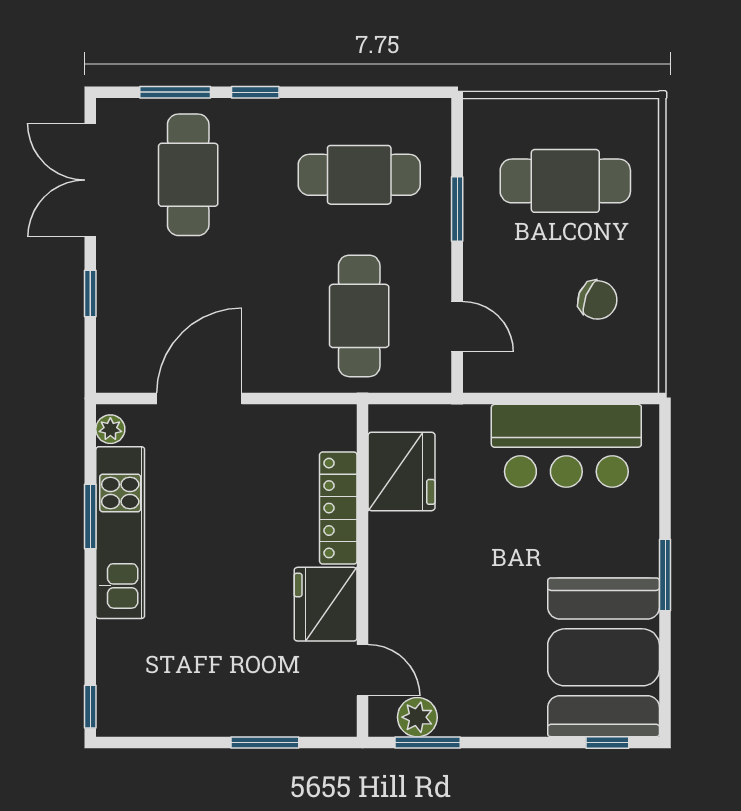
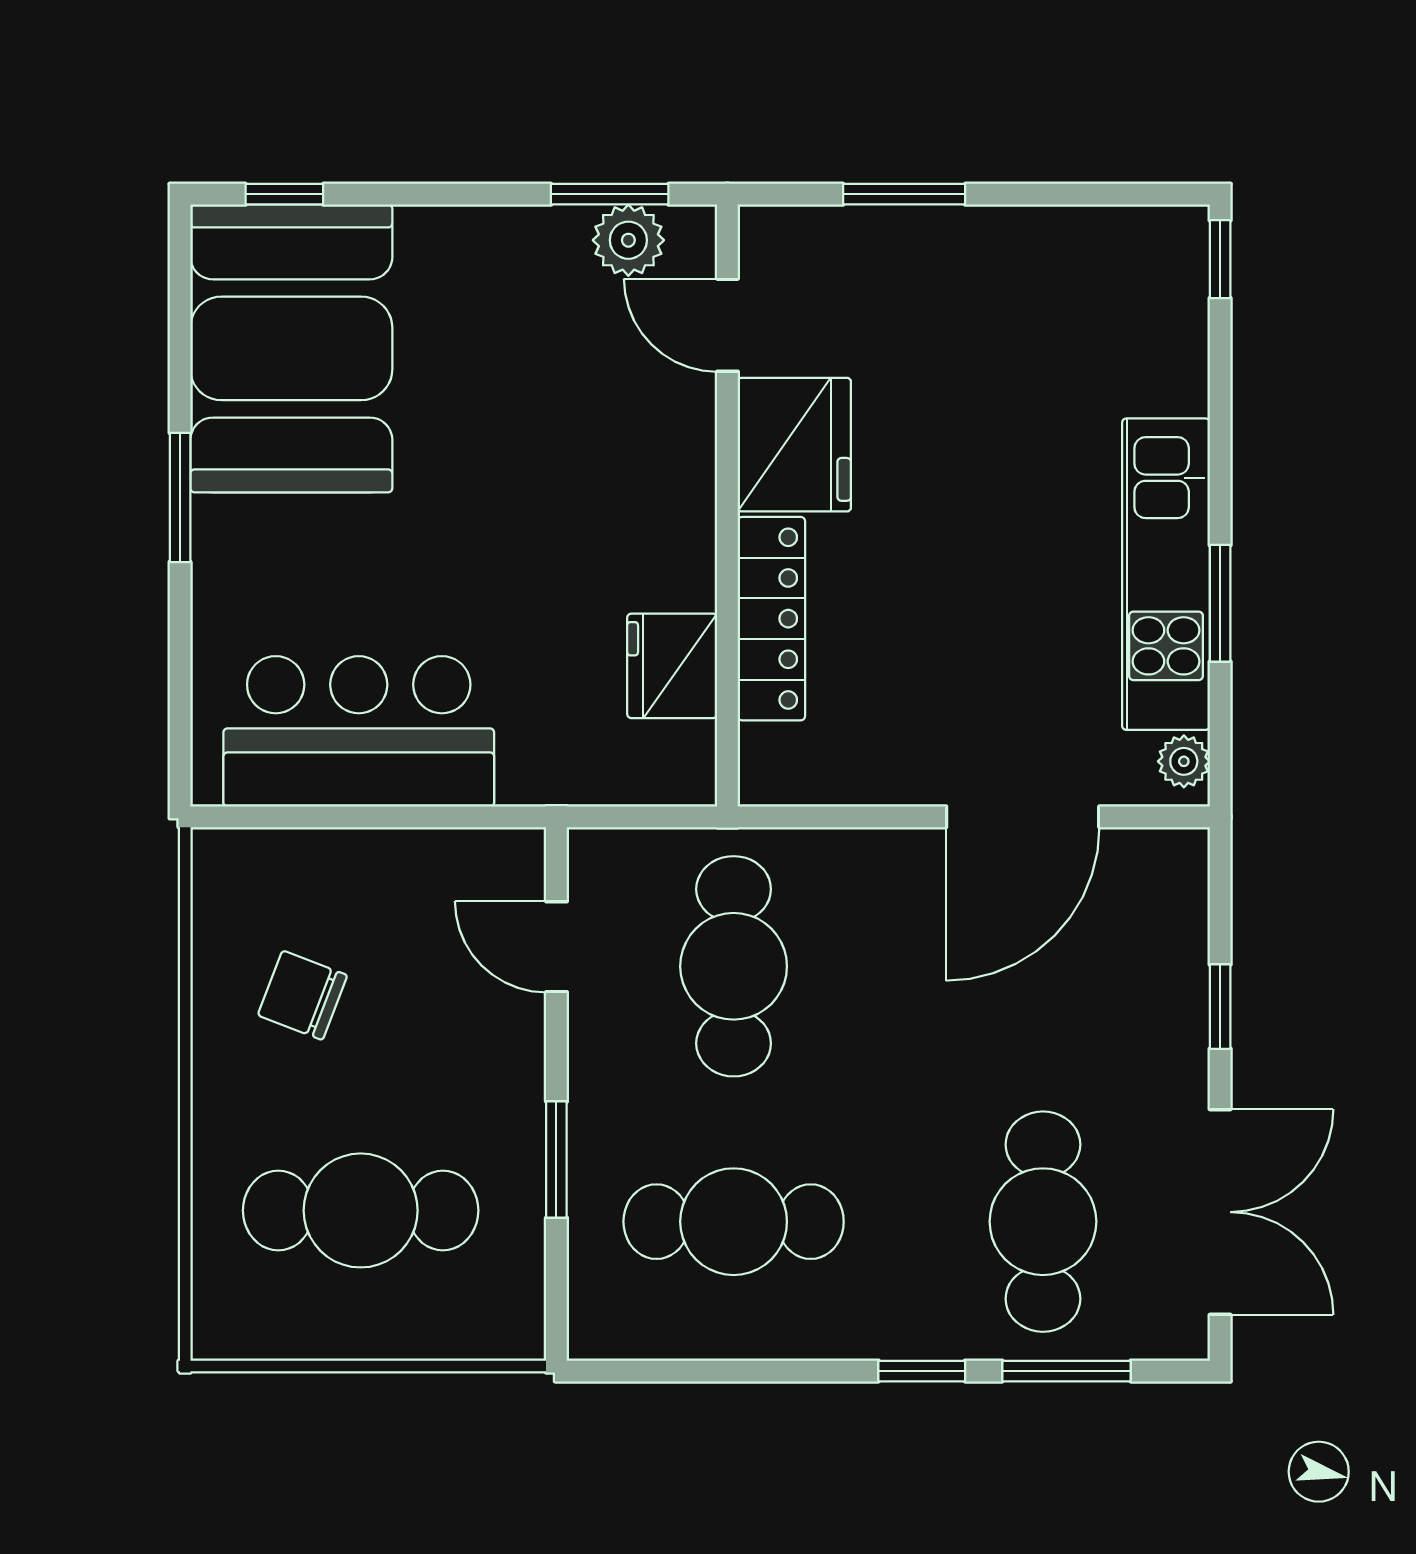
fridge: (402, 471) -> (672, 666), width x0.73, depth x0.75

